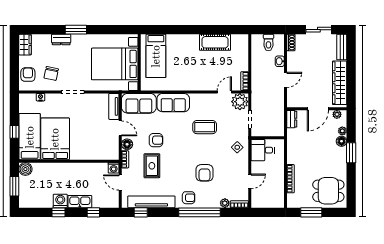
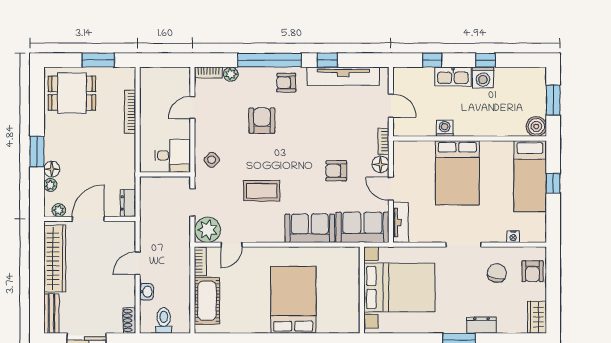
cot: (215, 42) -> (207, 301), moved, turned 90
bed: (156, 56) -> (293, 300), moved, width x1.50
bed: (55, 139) -> (457, 173), moved
rug: (152, 166) -> (343, 131), removed
washing machine: (114, 168) -> (445, 128), moved
window: (141, 212) -> (327, 60), moved

